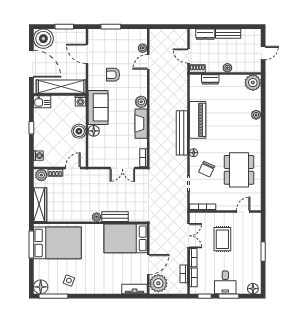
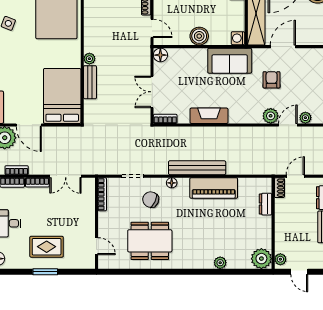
door: (87, 54) -> (283, 47), moved
door: (148, 62) -> (288, 125), hinge flipped
plant: (227, 68) -> (280, 259), moved
plant: (141, 102) -> (271, 116), moved
floor lamp: (94, 131) -> (160, 55), moved
rug: (222, 239) -> (47, 247), moved

